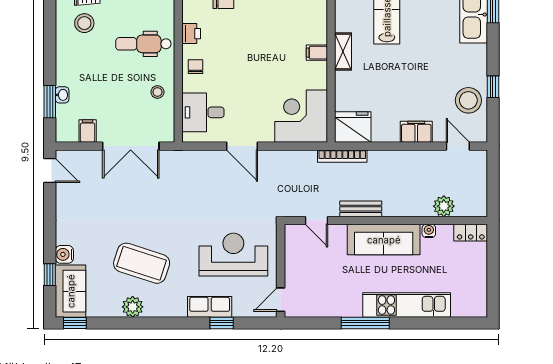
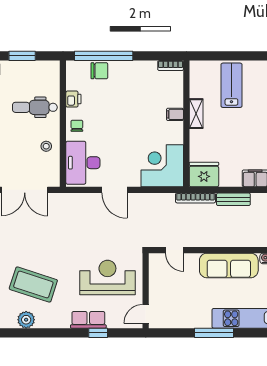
desk: (203, 112) -> (83, 163), width x1.37
bench: (361, 209) -> (233, 199), moved

